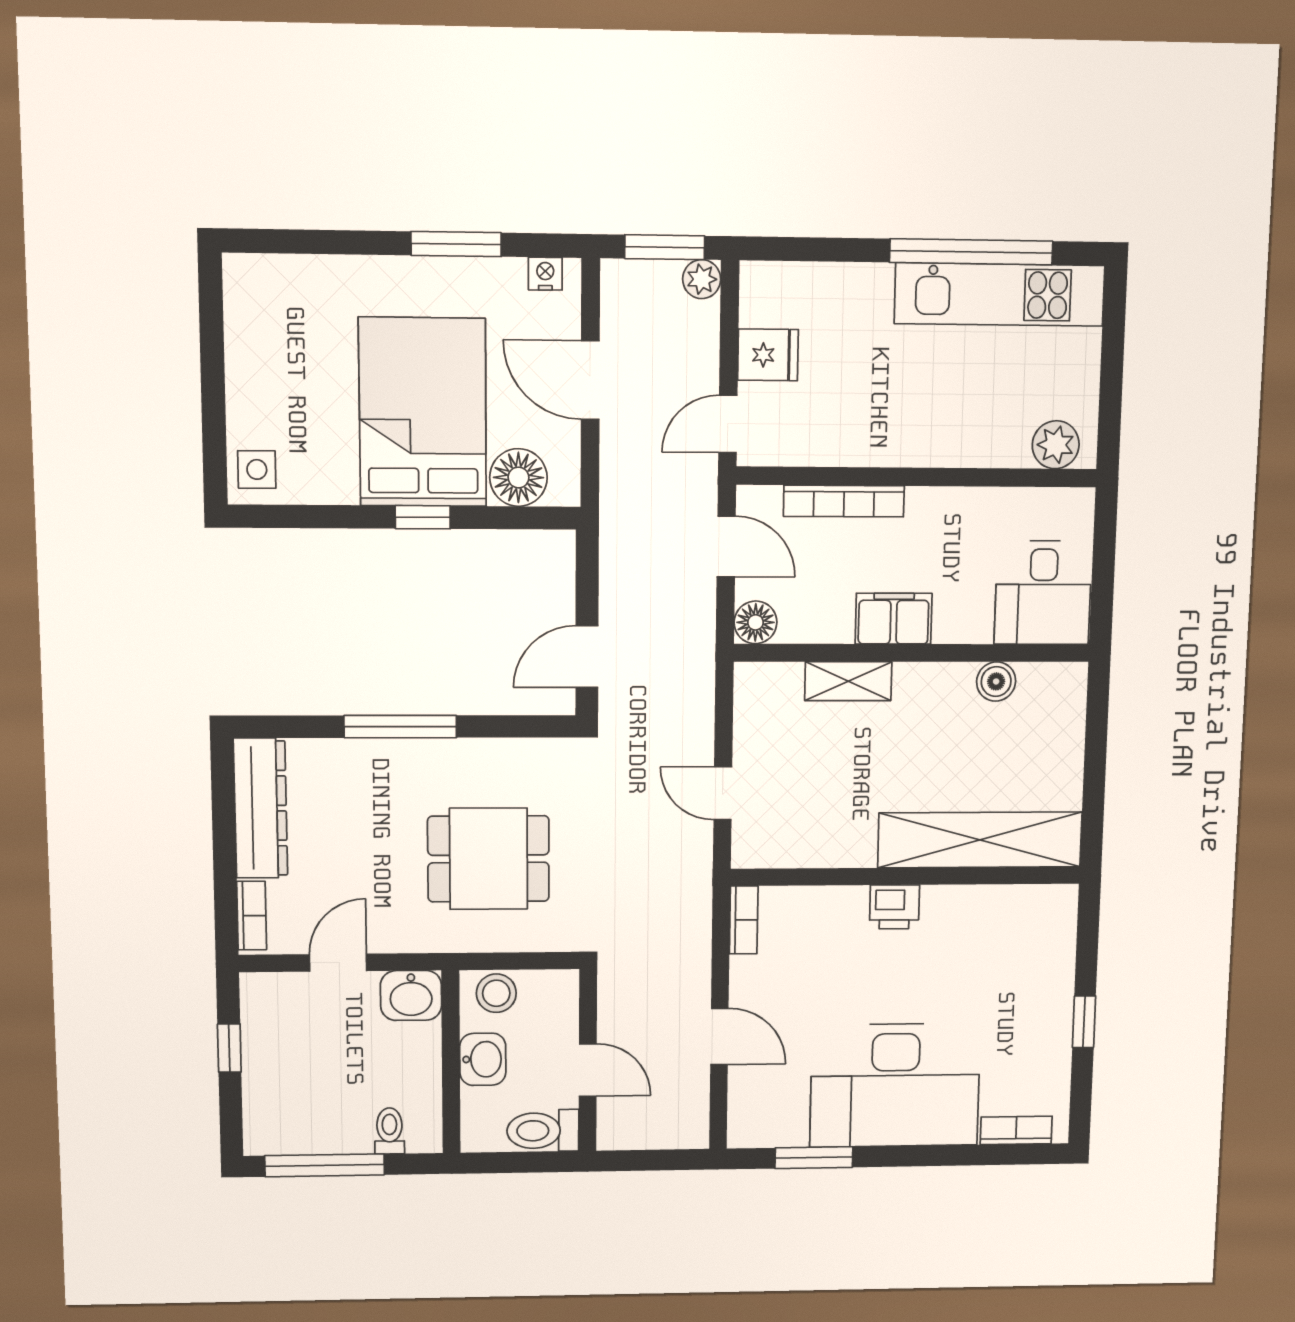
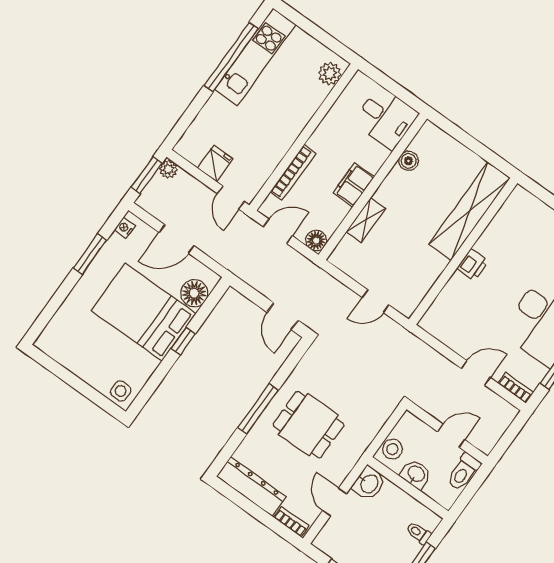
dining table: (488, 859) -> (308, 425), moved, turned 90
bookcase: (744, 920) -> (516, 388), moved

